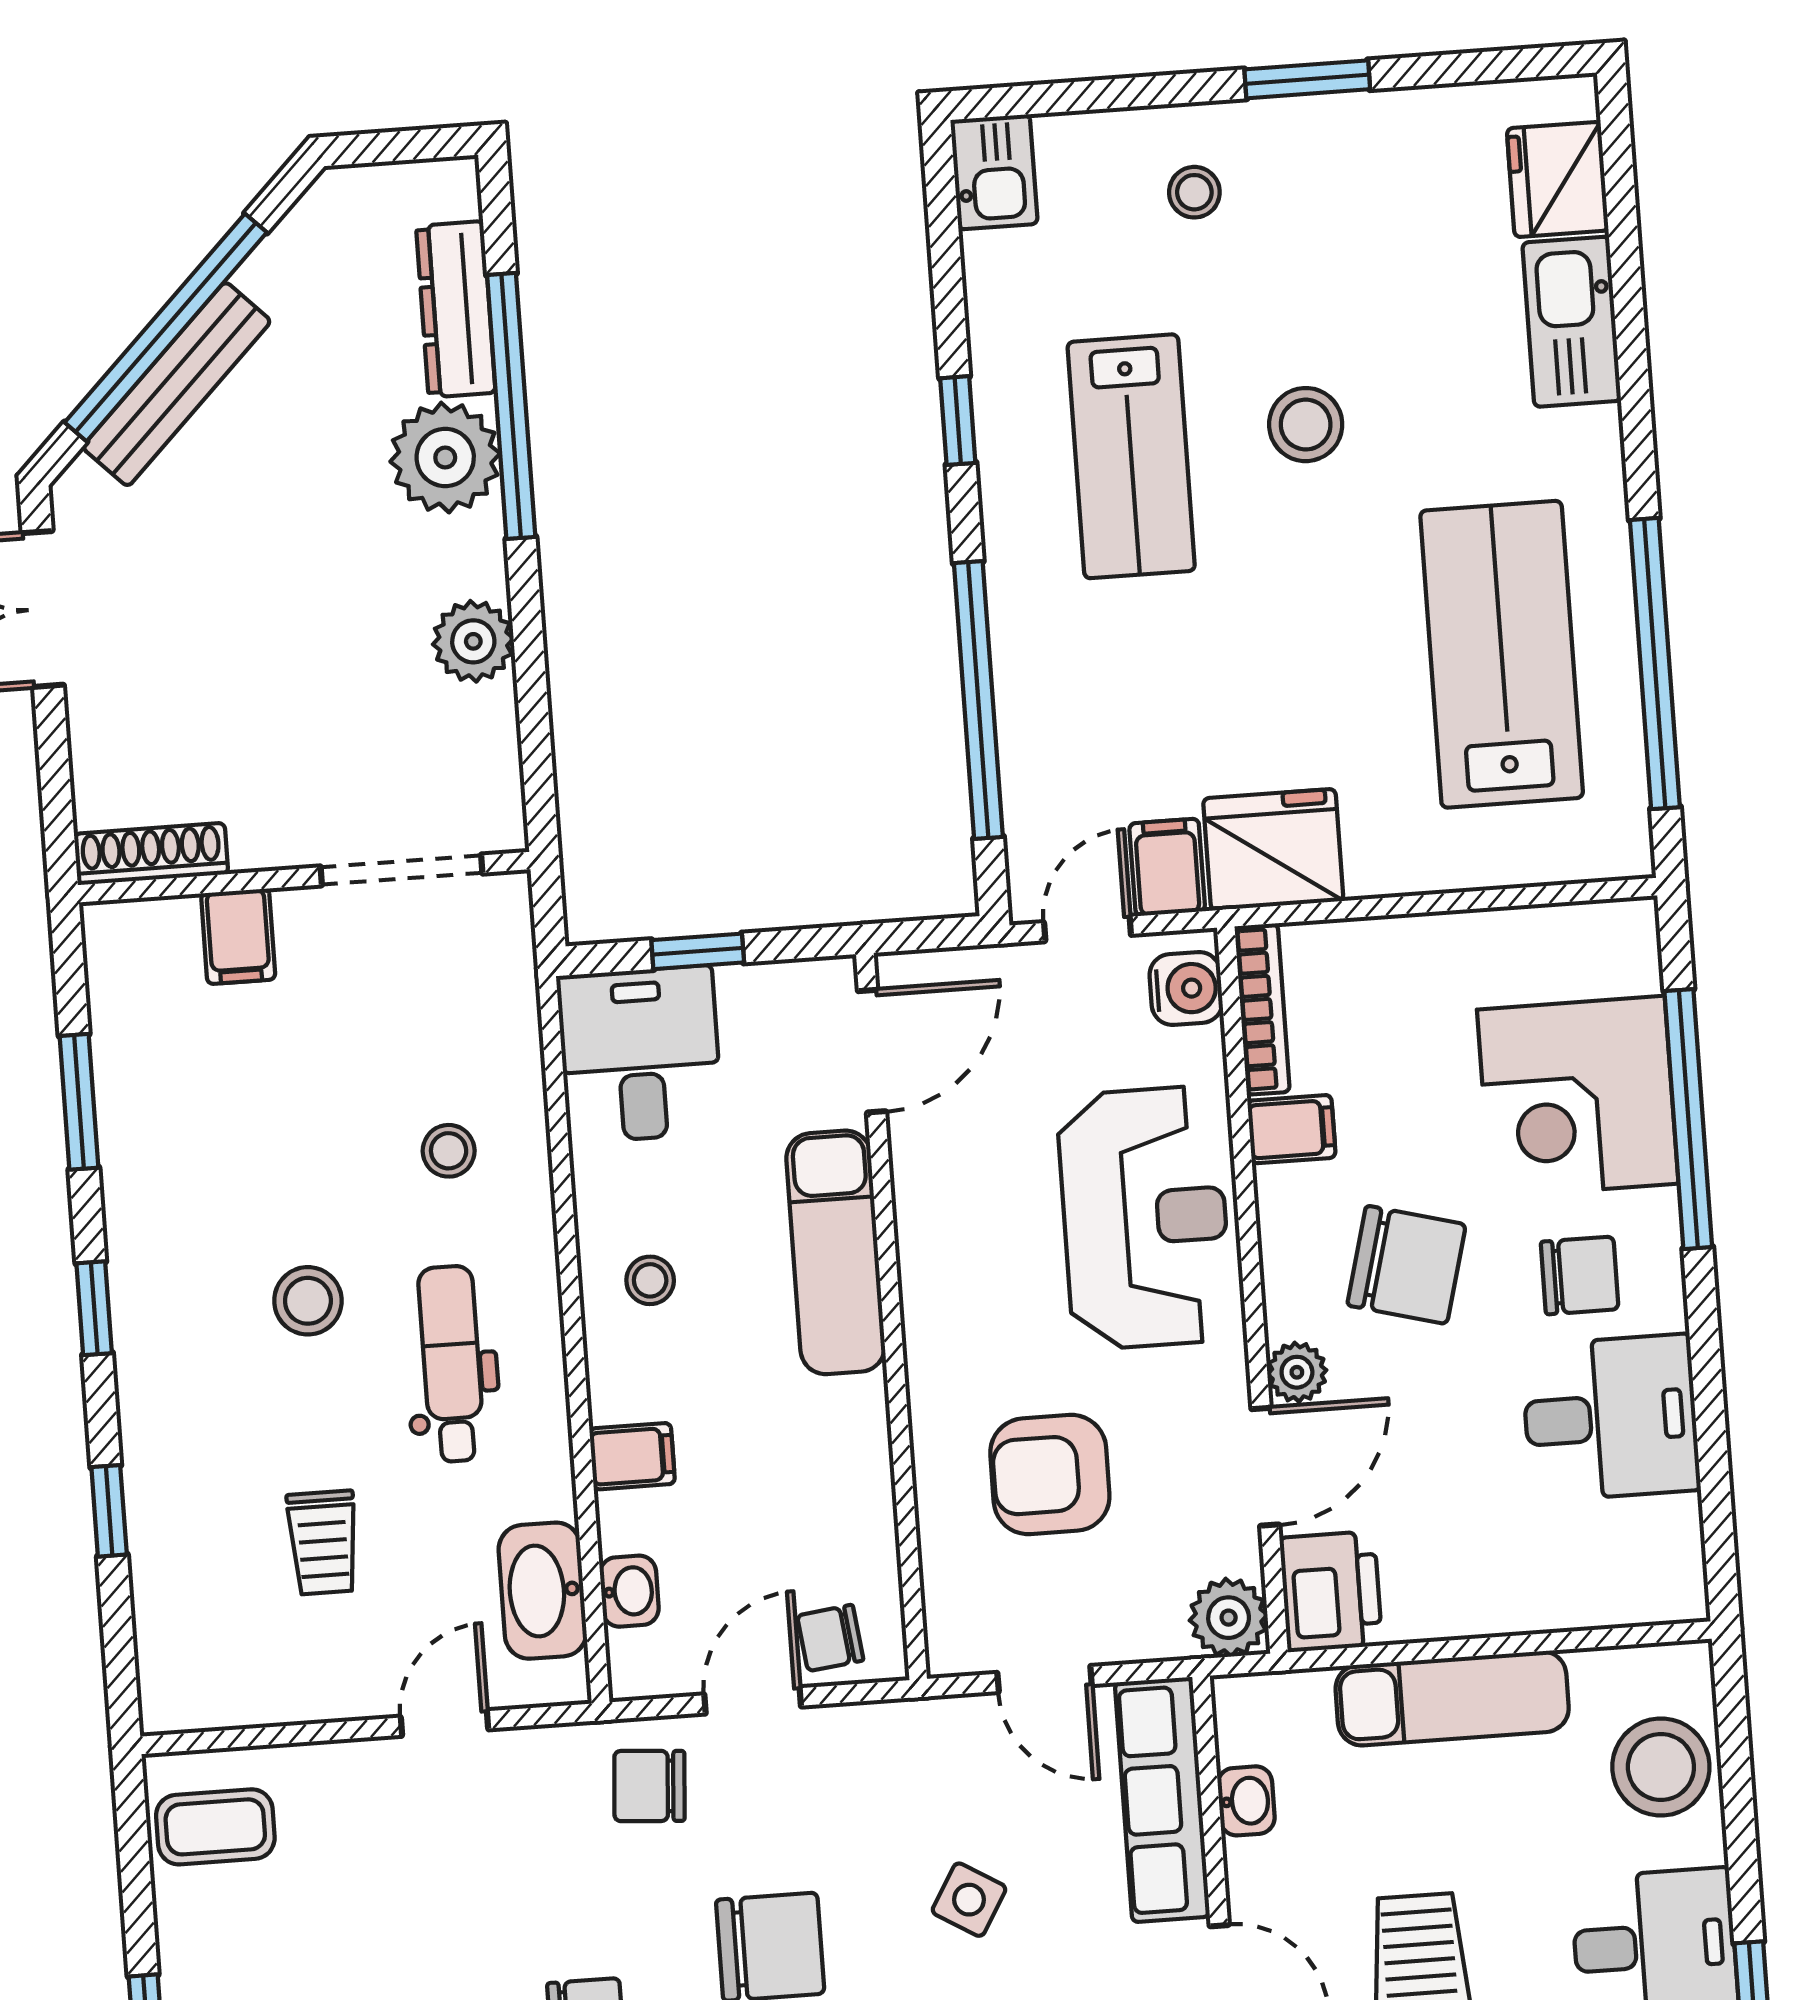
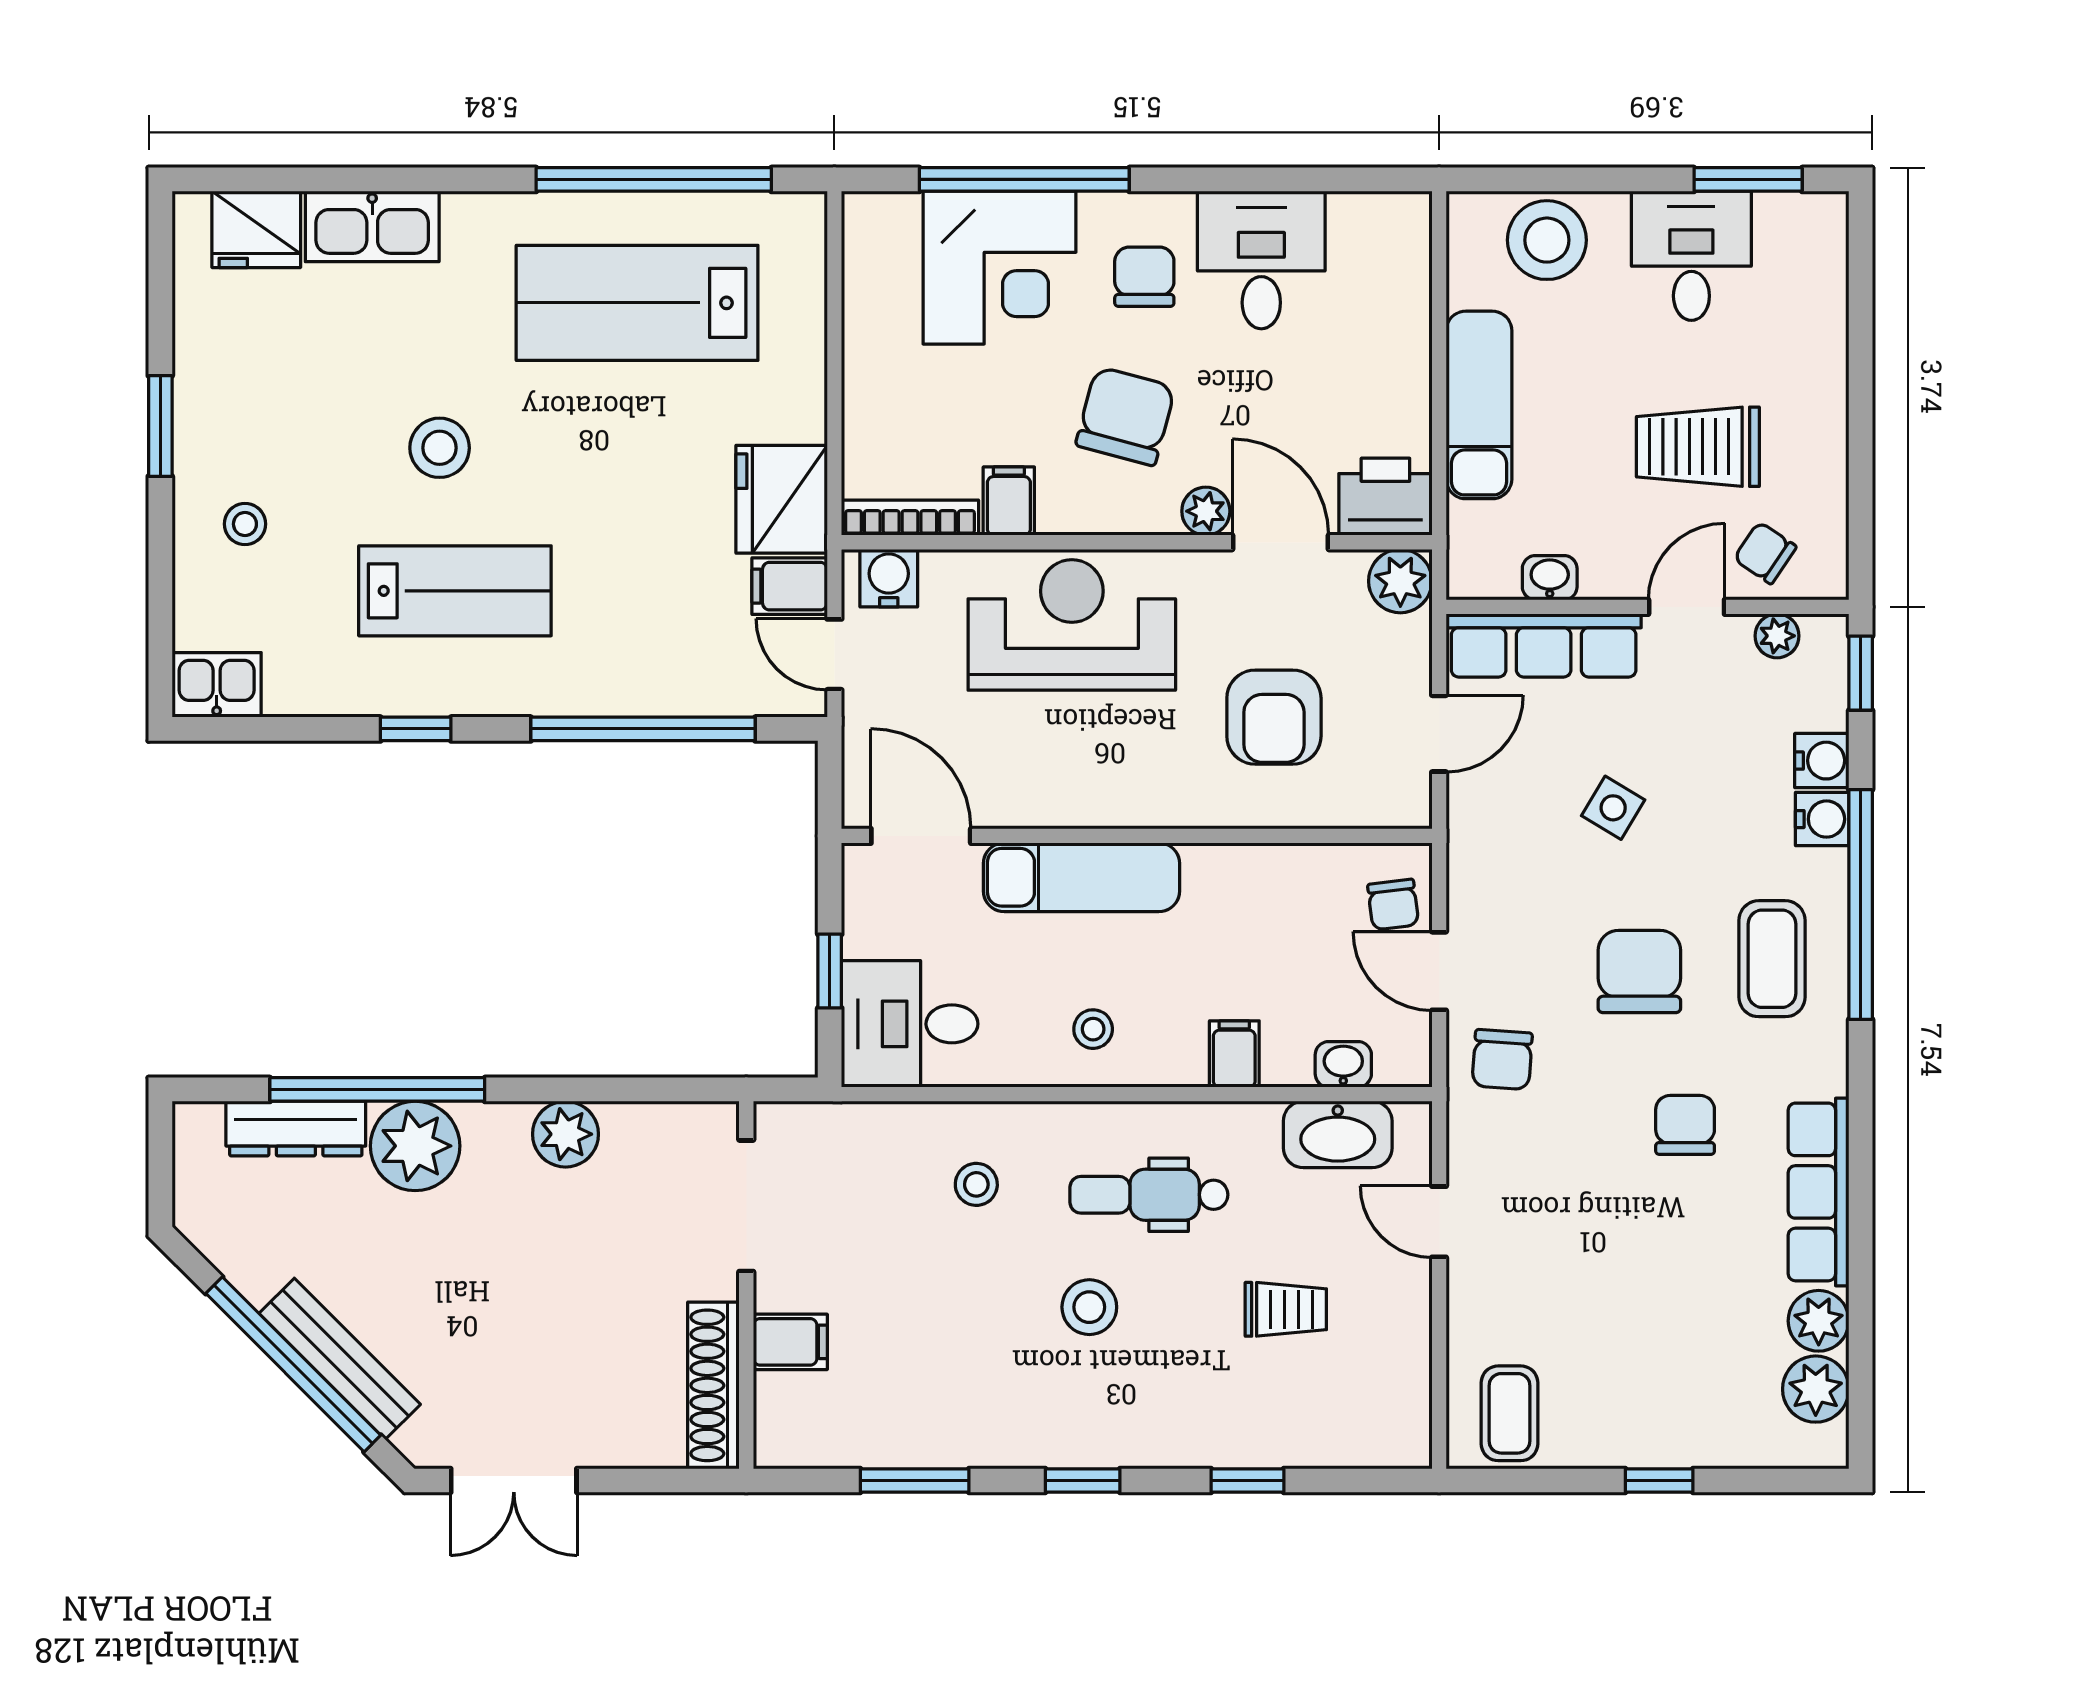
shoe rack: (151, 854) -> (713, 1385), width x1.36, depth x1.24

